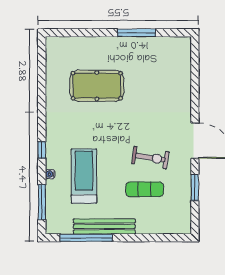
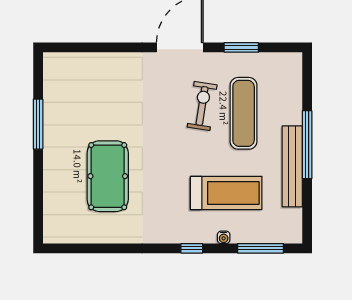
treadmill: (84, 176) -> (226, 193), turned 180
exercise mat: (145, 189) -> (244, 113), width x1.36, depth x1.45
window: (86, 238) -> (307, 145), moved

